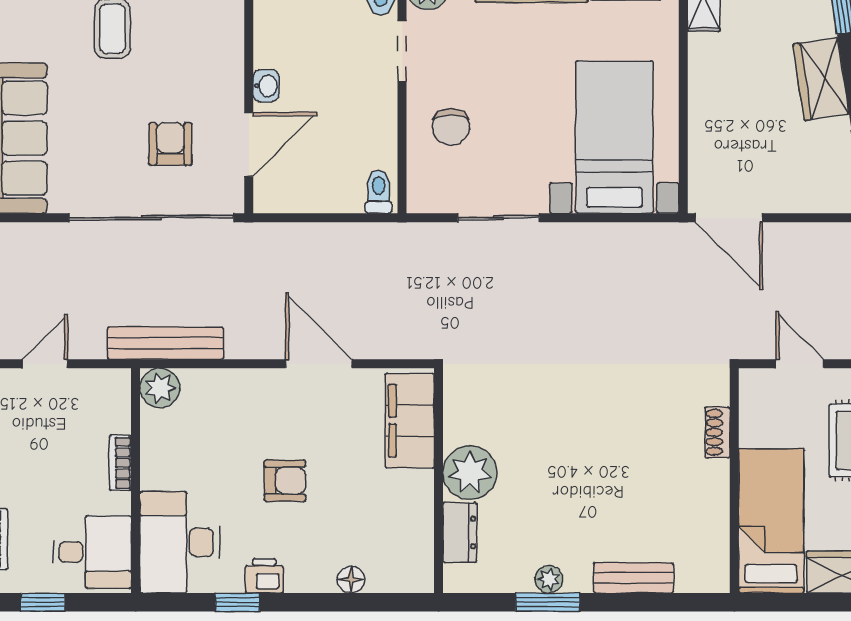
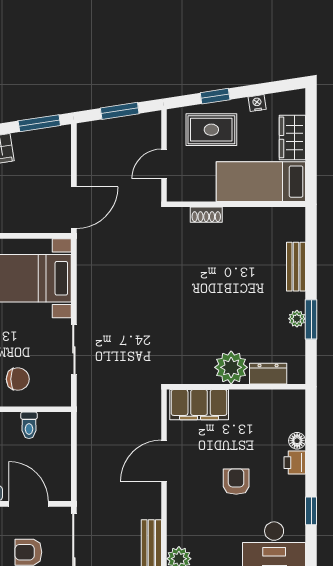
toilet: (379, 192) -> (29, 425), moved, turned -90
printer: (264, 576) -> (295, 463), moved

